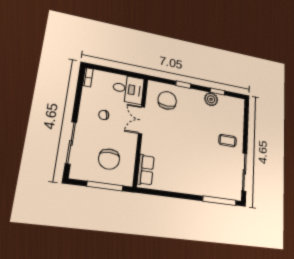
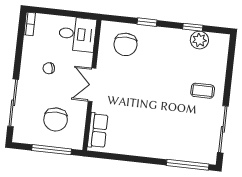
plant: (211, 99) -> (199, 40), moved
chair: (167, 100) -> (125, 44), turned 180
double door: (142, 120) -> (92, 85), moved

